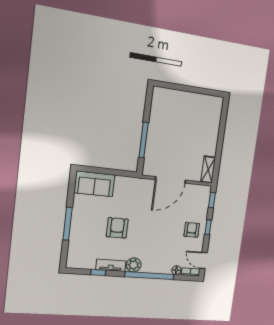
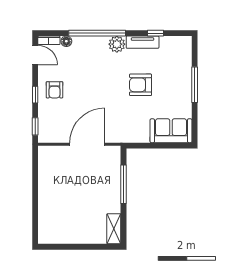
shelving: (208, 170) -> (114, 229), moved
armchair: (117, 228) -> (141, 85), turned 90

